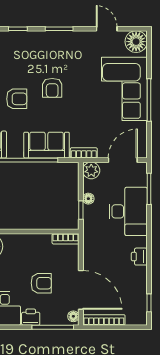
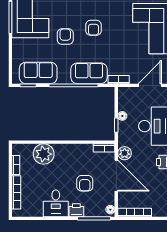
armchair: (17, 99) -> (65, 37), turned -90
plant: (91, 170) -> (125, 153), moved
armchair: (41, 283) -> (85, 183), turned 90
door: (81, 290) -> (116, 176), moved

